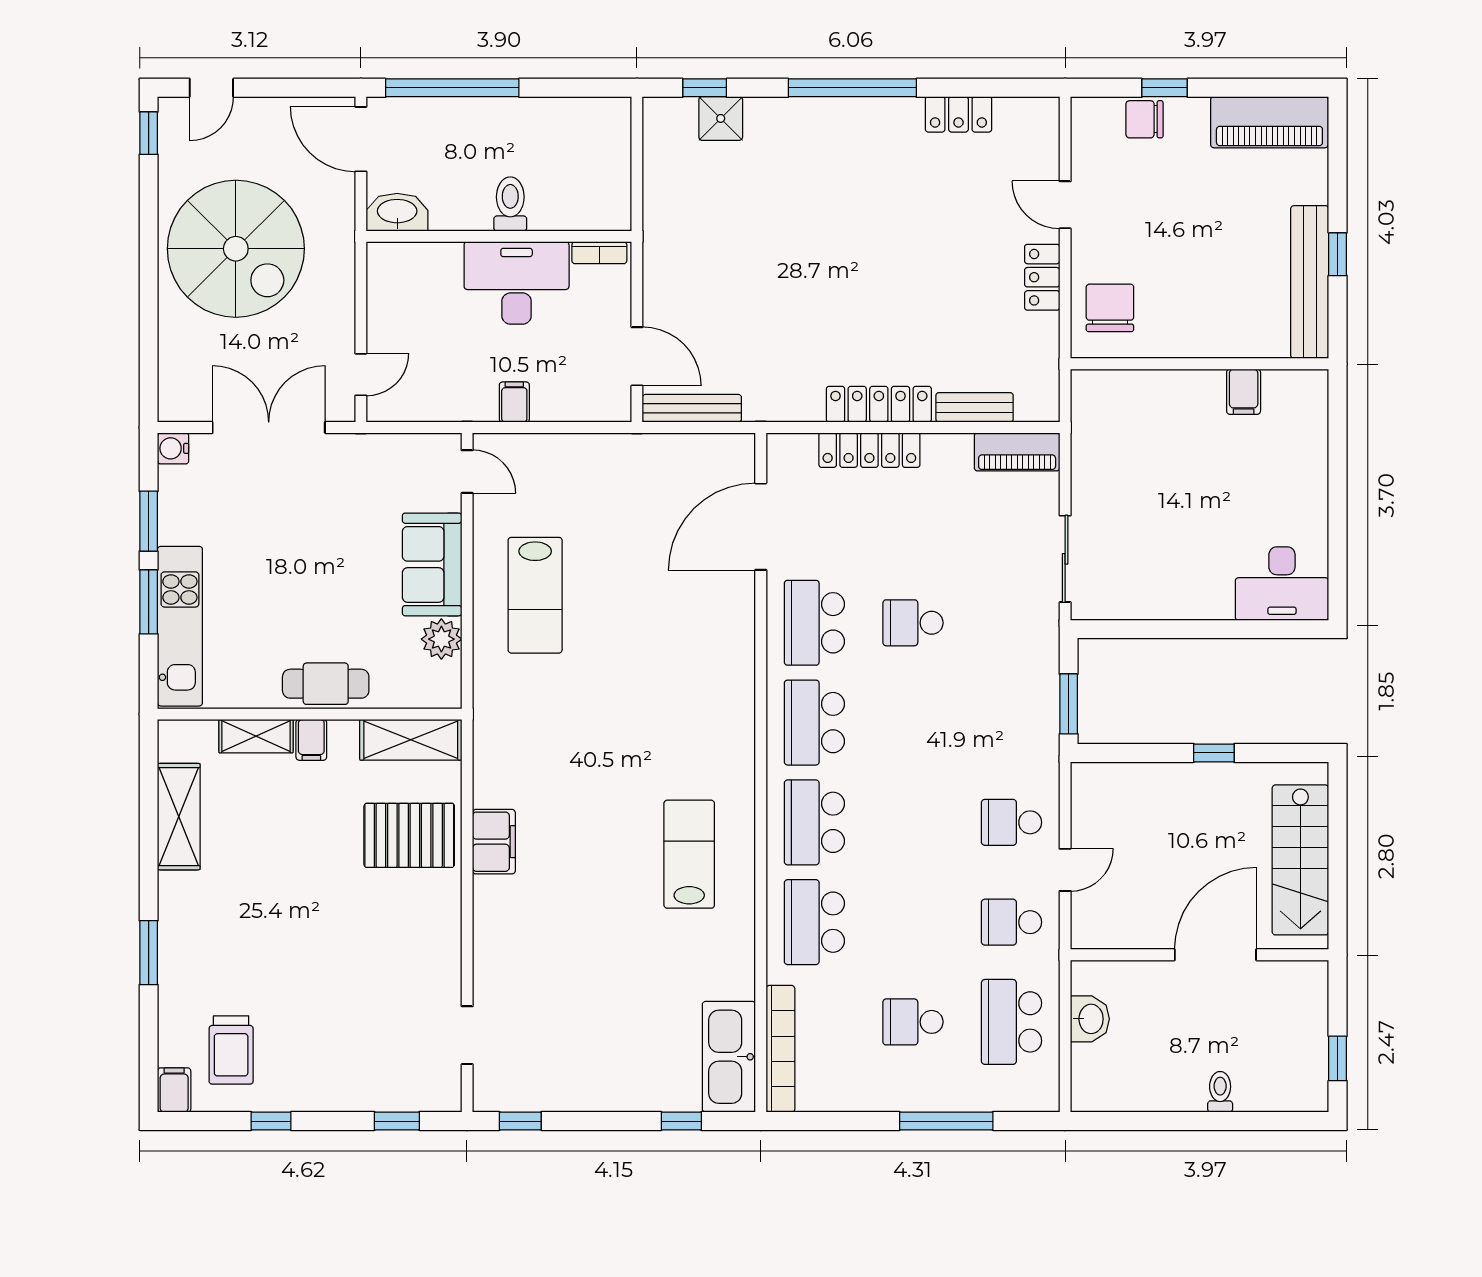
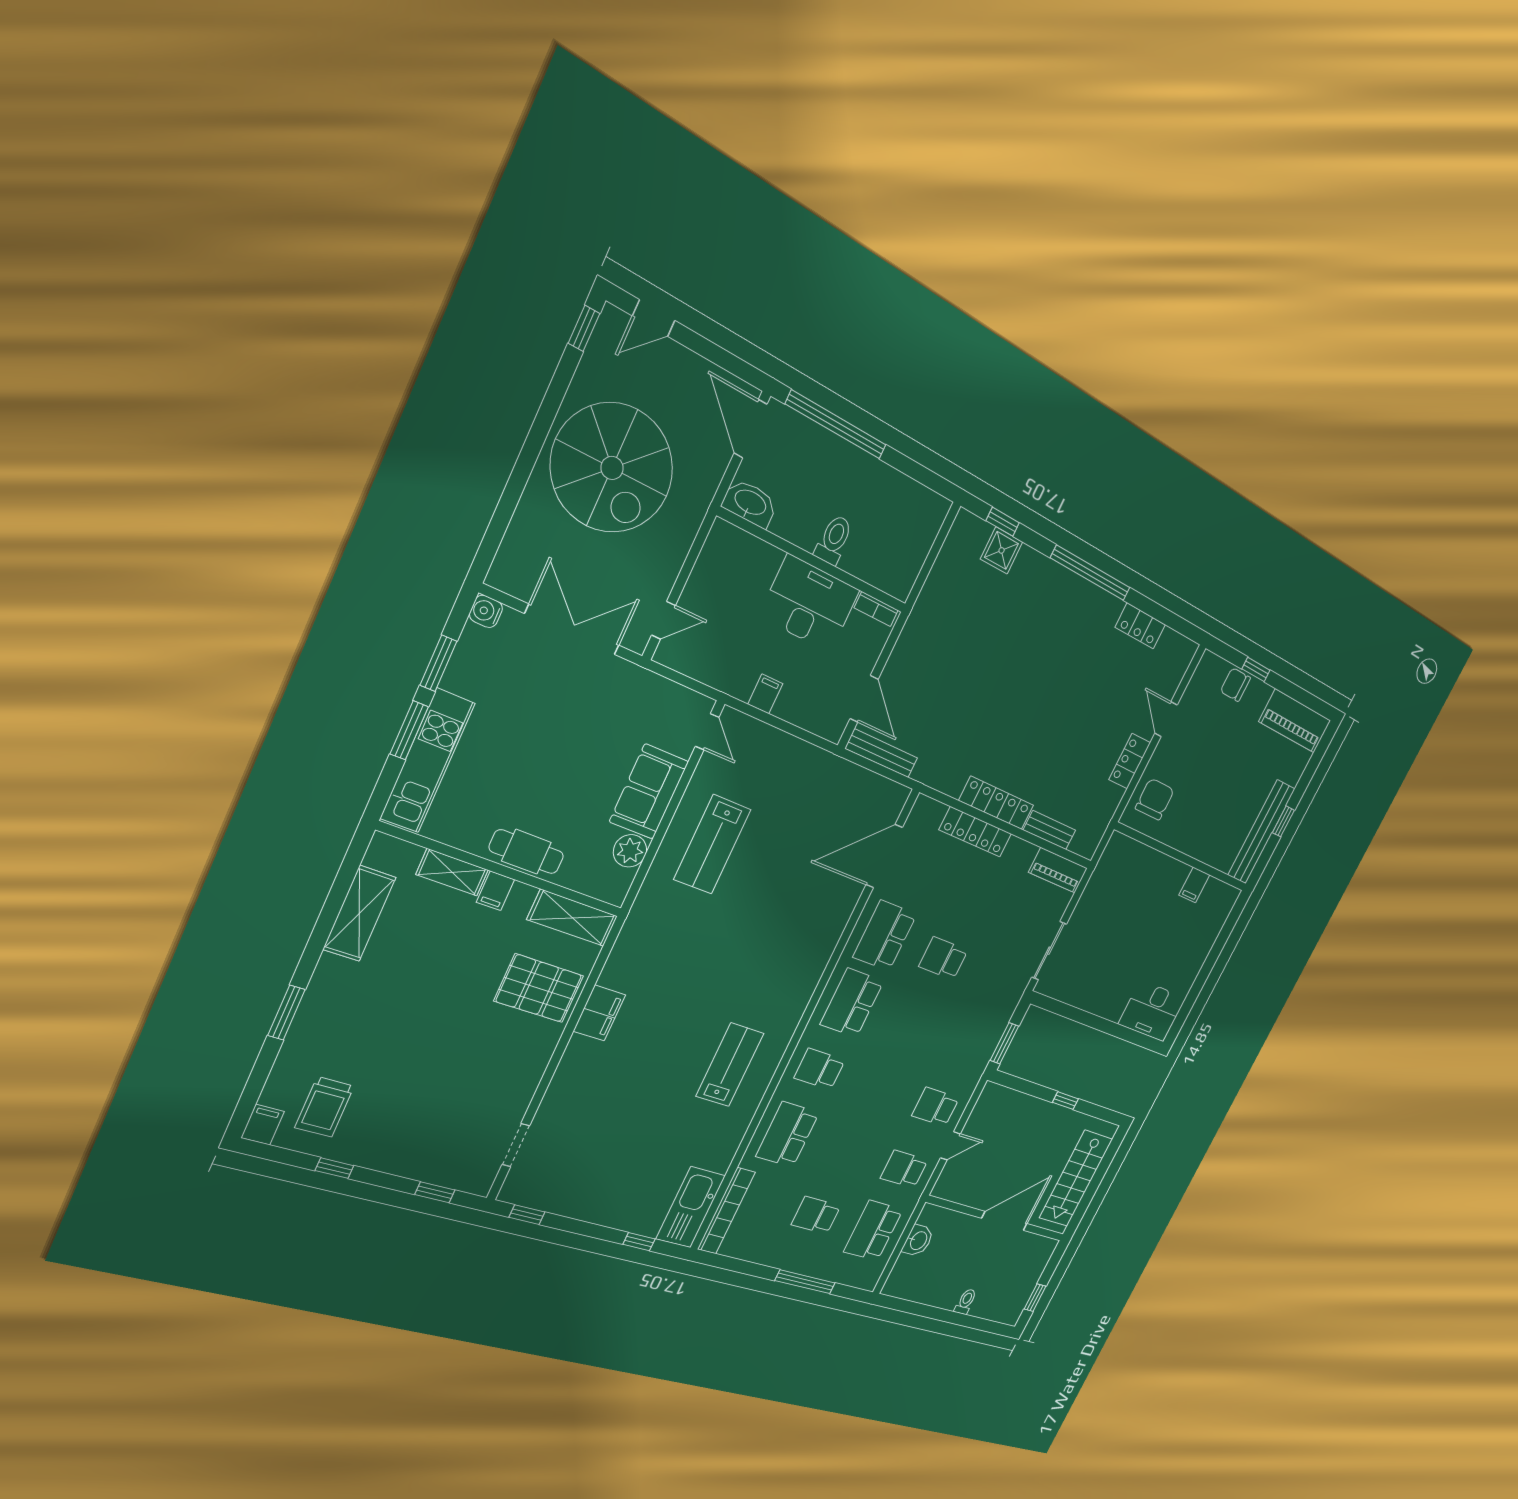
school desk: (814, 822) -> (820, 1069), width x0.54

